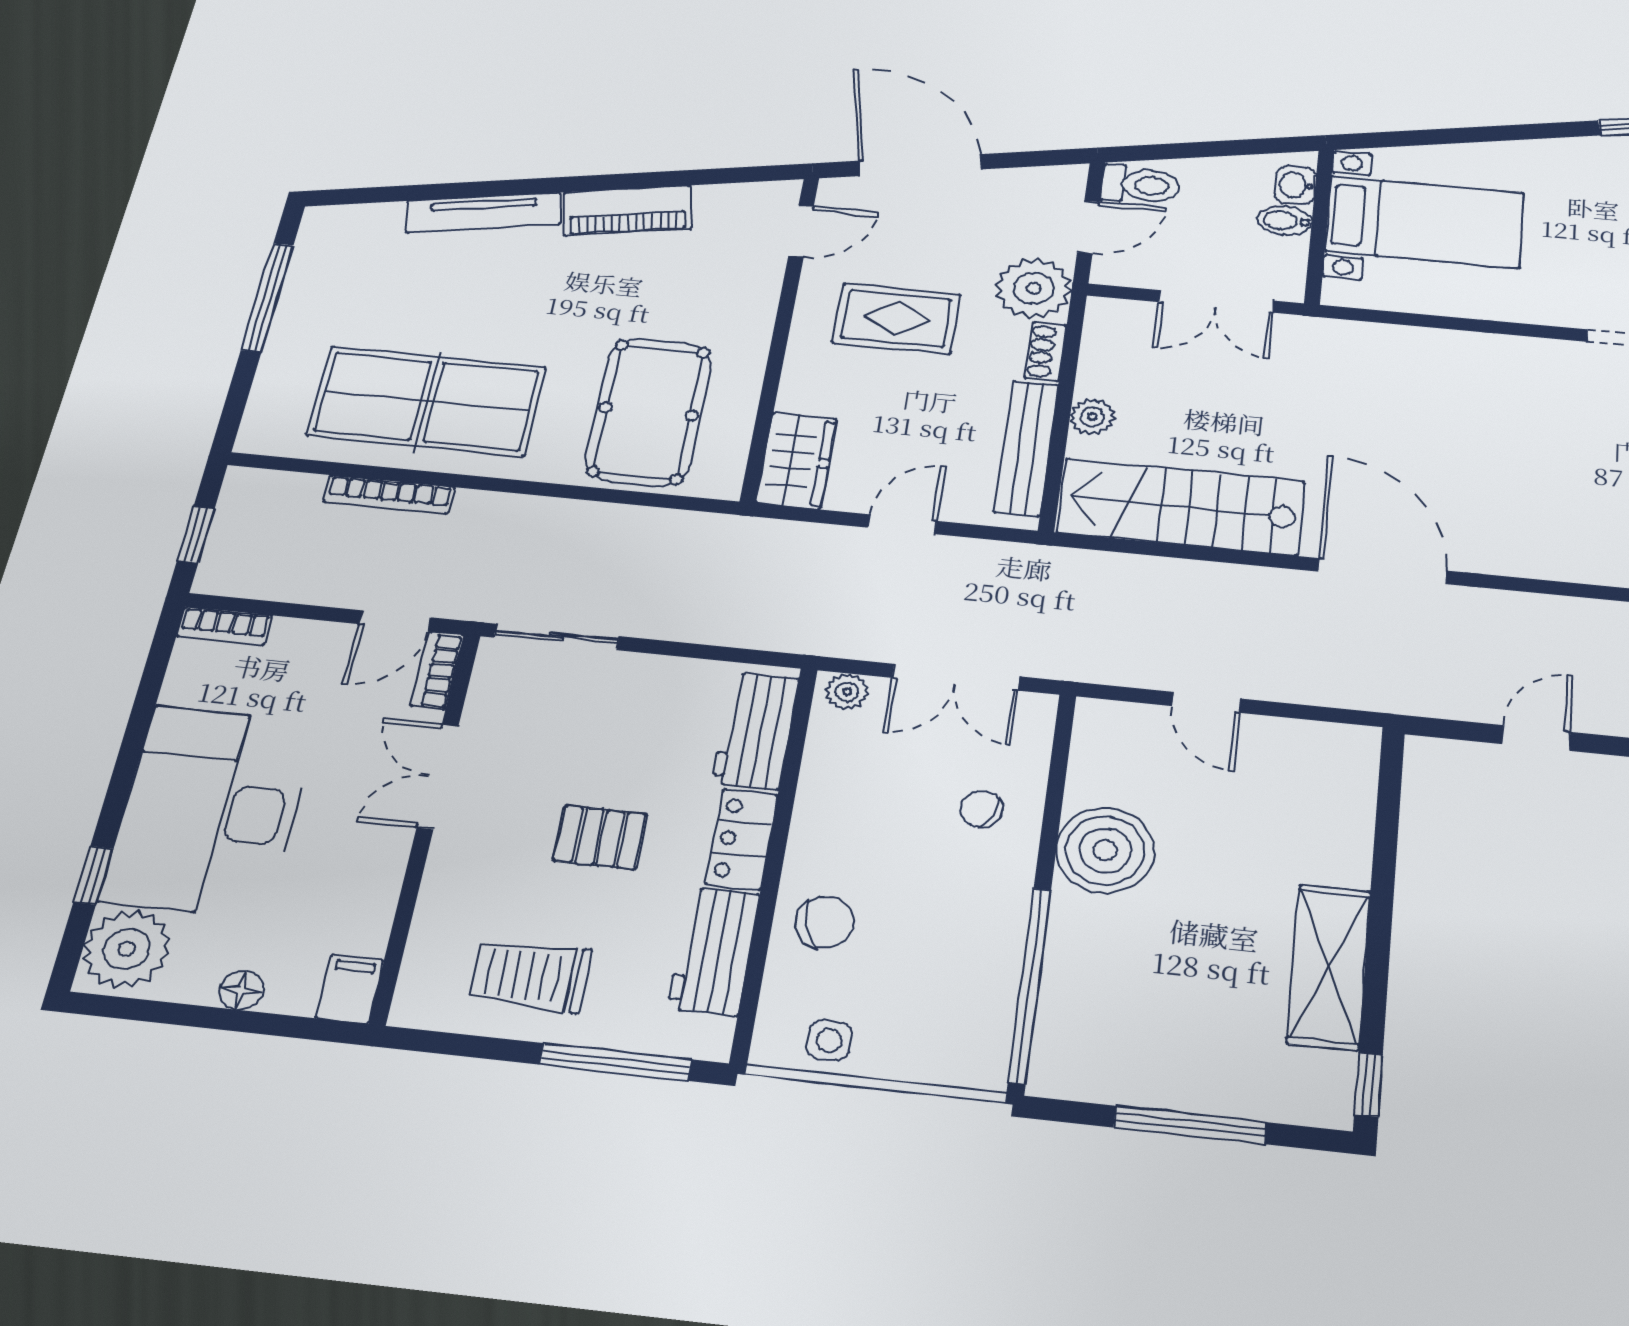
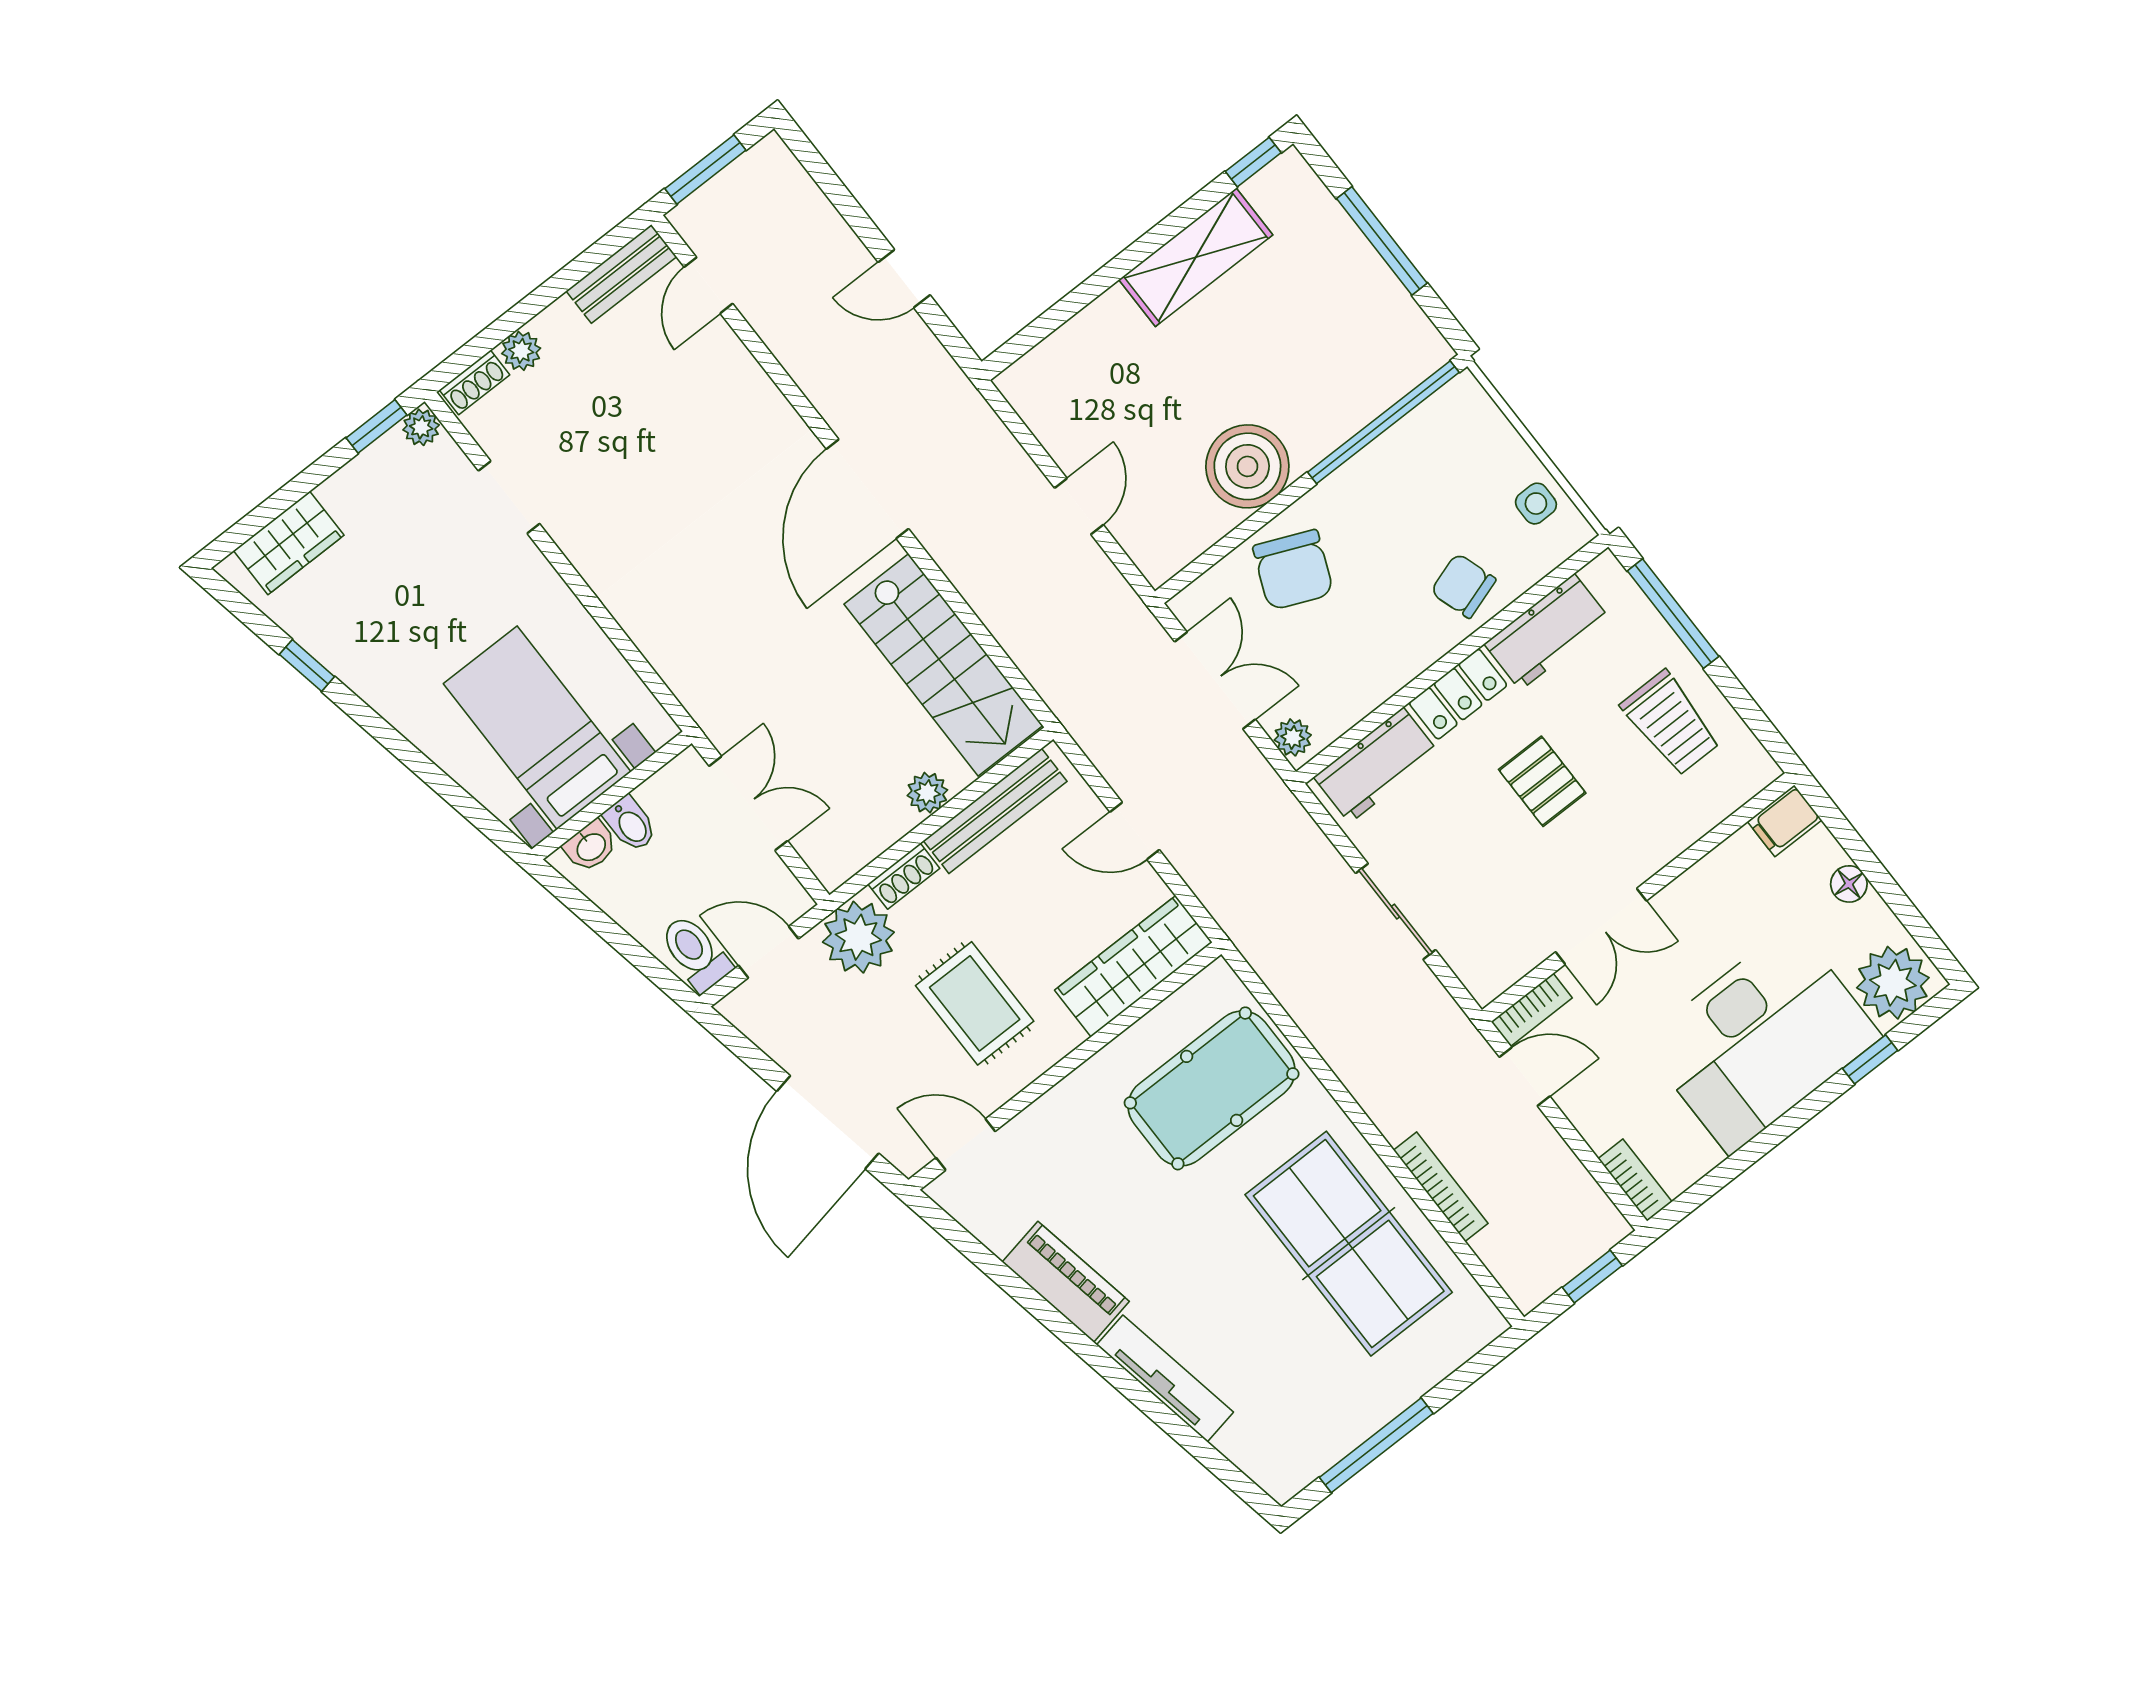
wardrobe: (796, 461) -> (1133, 966), width x1.50
sliding door: (557, 637) -> (1396, 912), moved
chair: (981, 809) -> (1293, 570), width x1.87, depth x1.87

